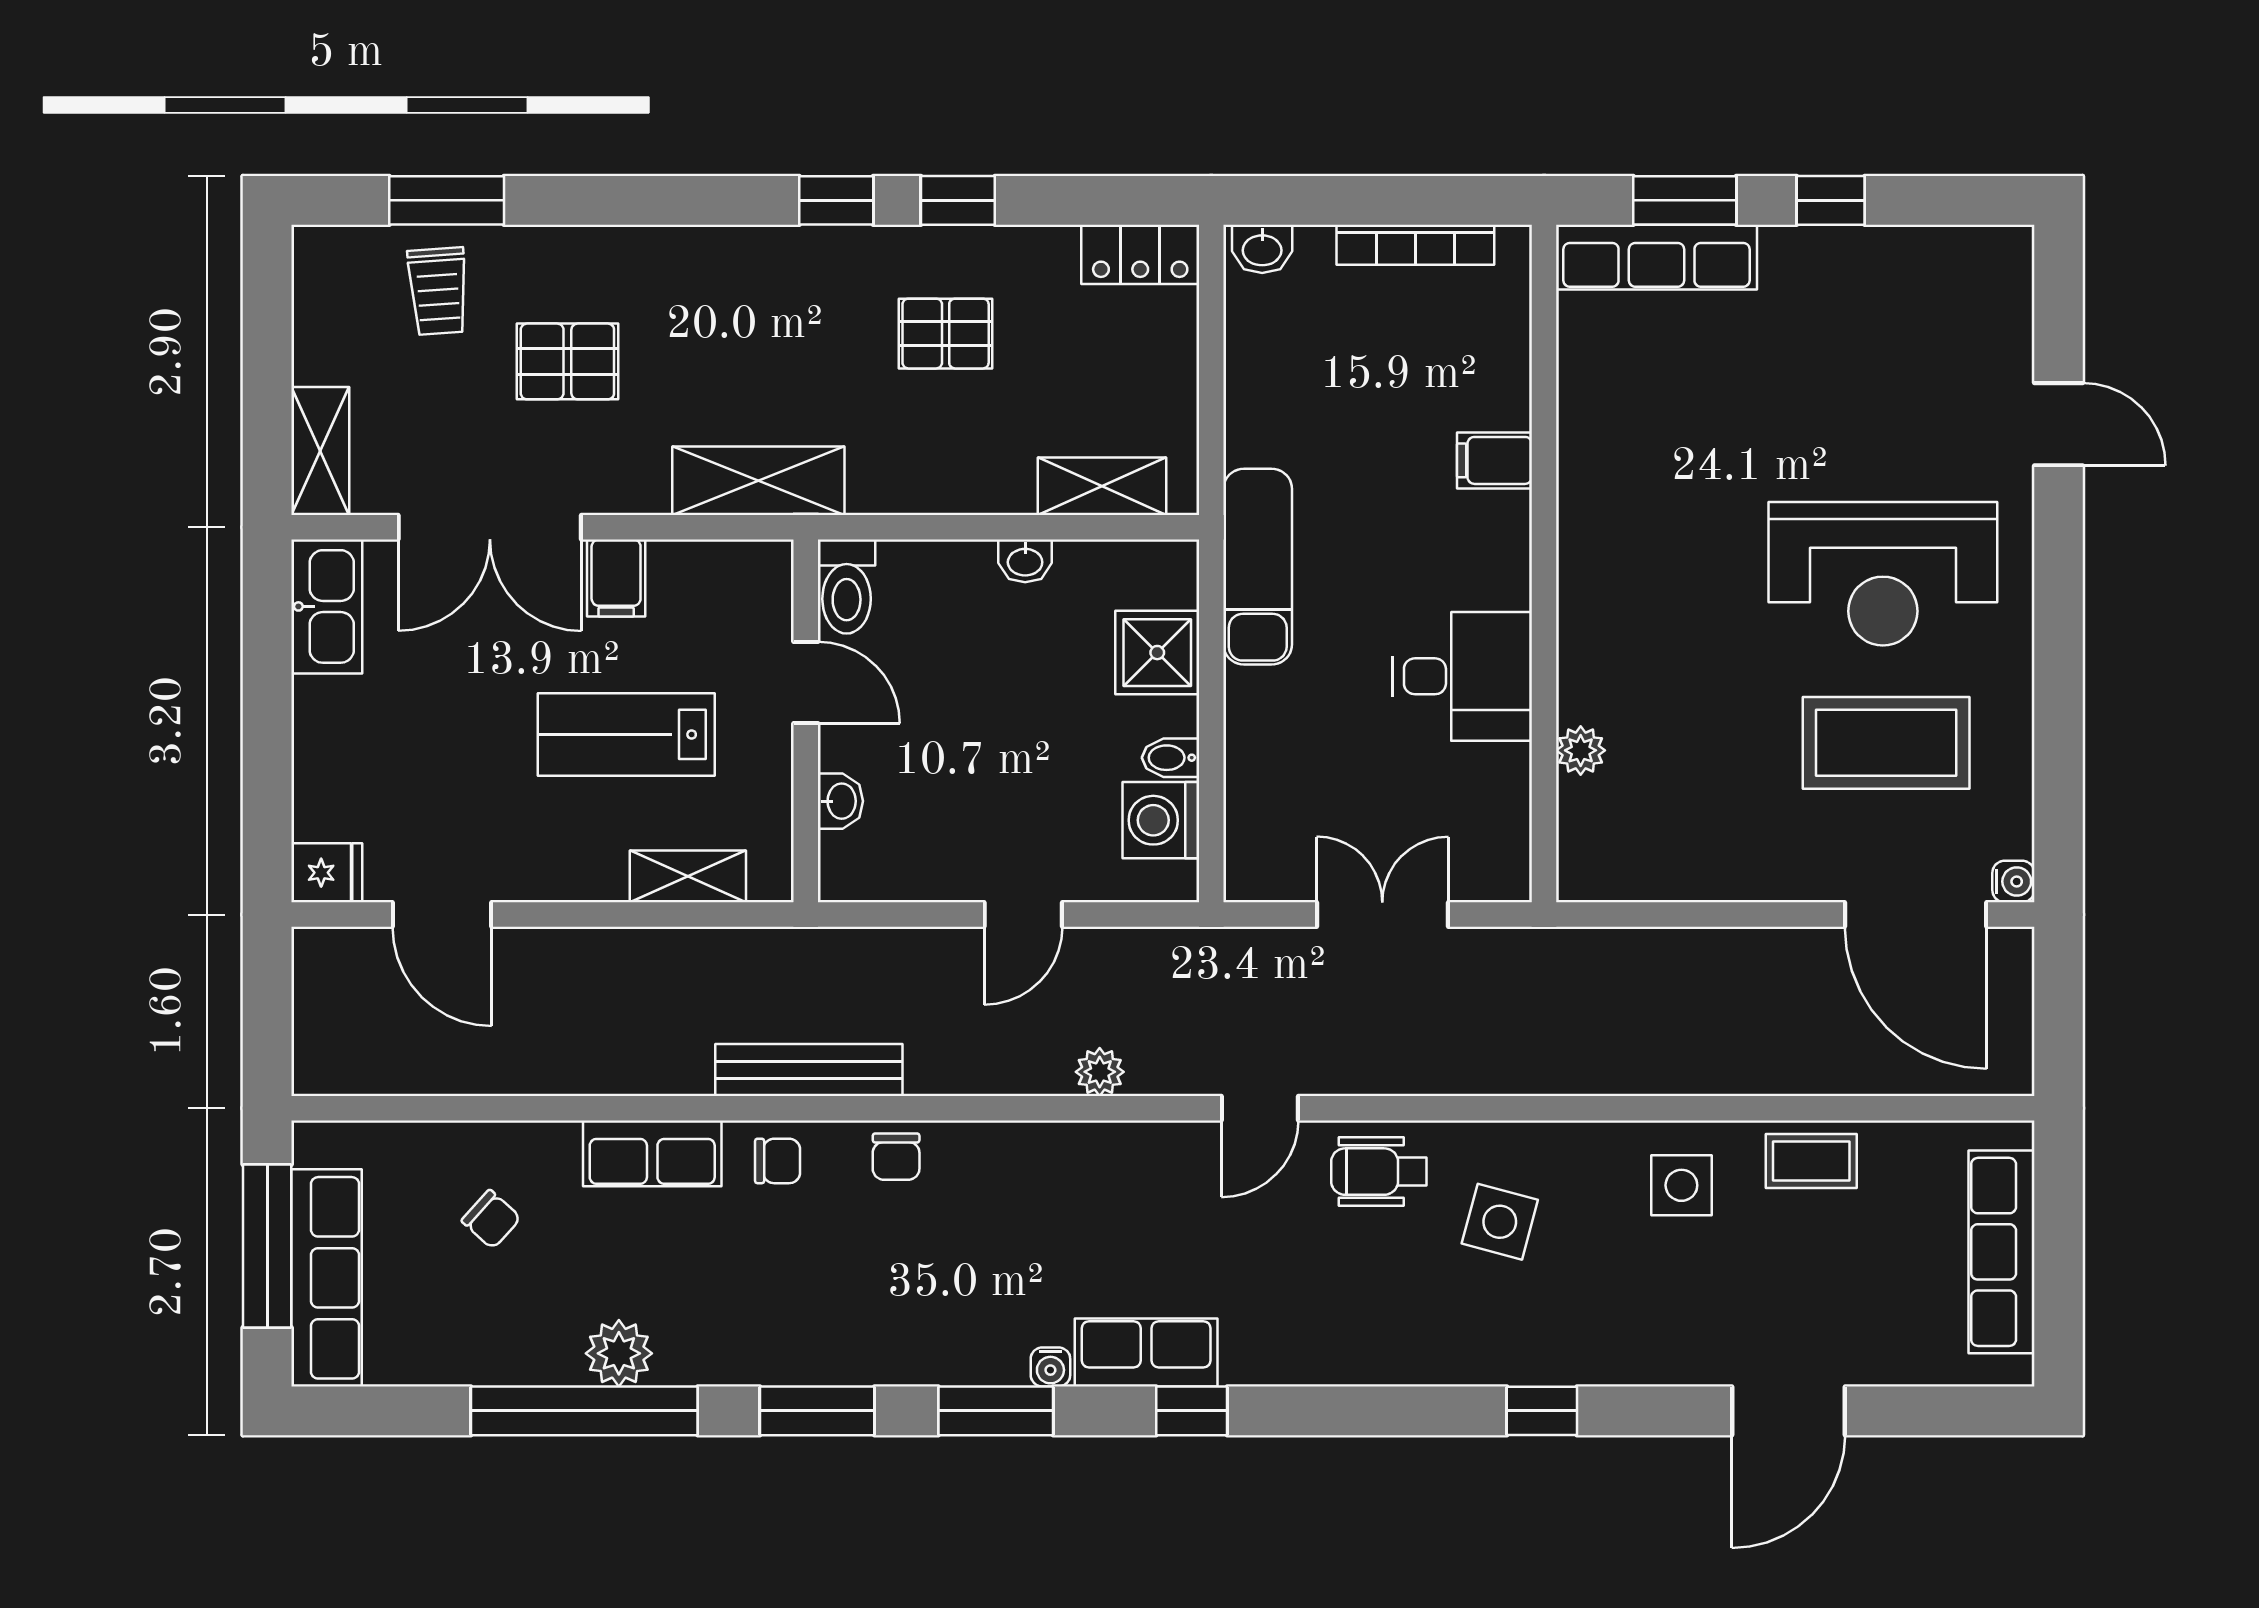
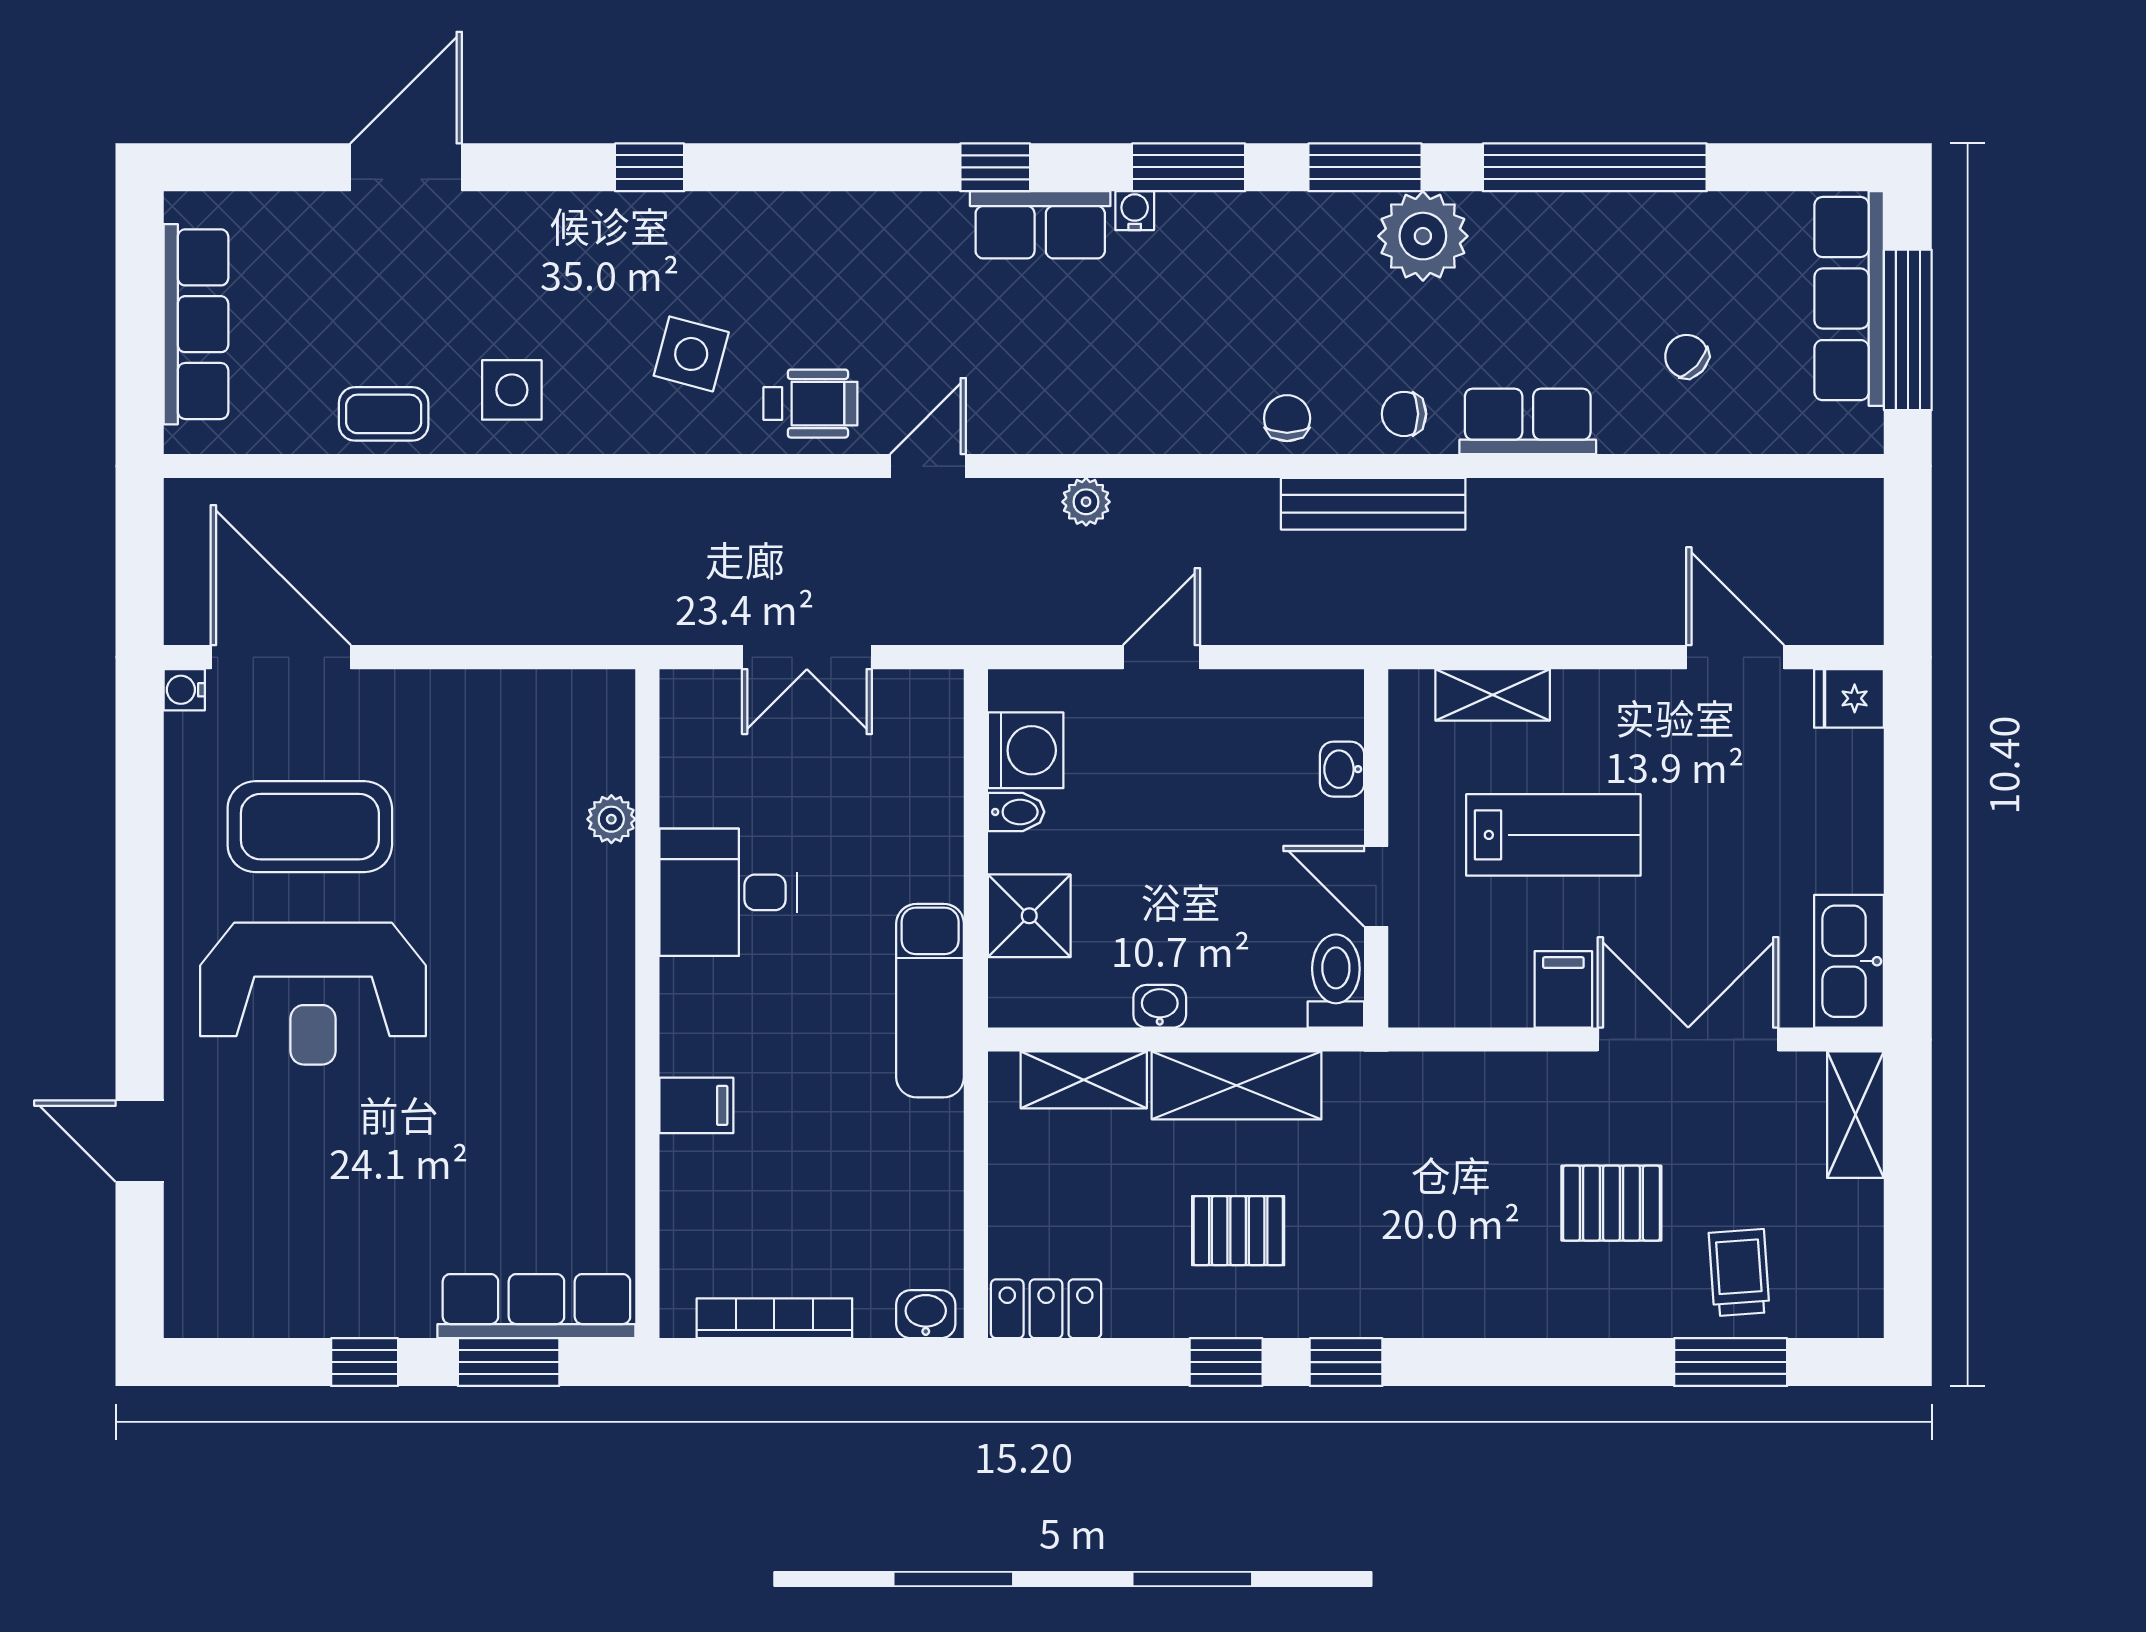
shelving: (758, 481) -> (1237, 1085), moved
reception desk: (1883, 574) -> (313, 994), turned 180
plant: (619, 1353) -> (1423, 236), moved, width x1.36, depth x1.36

